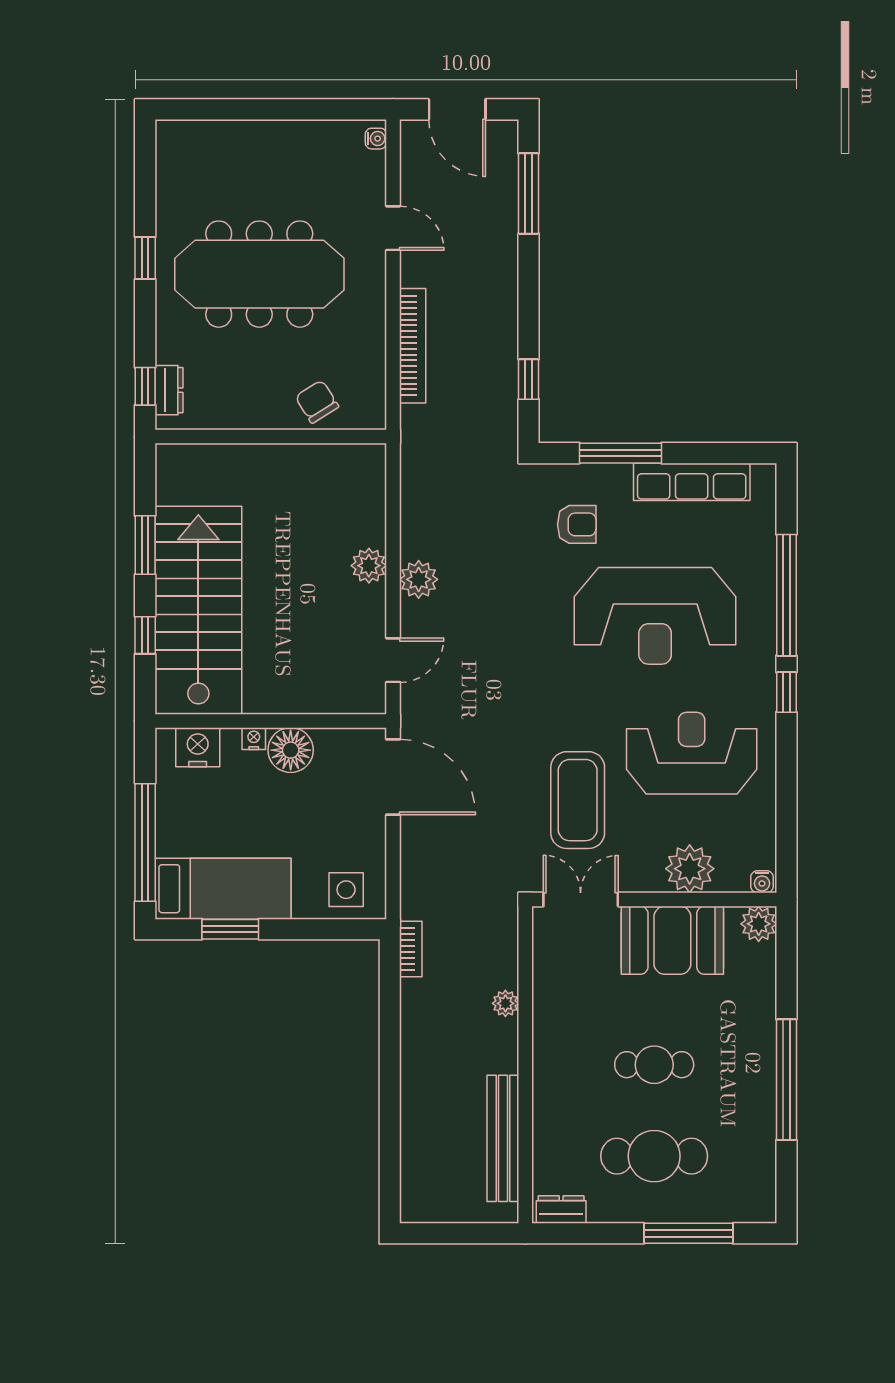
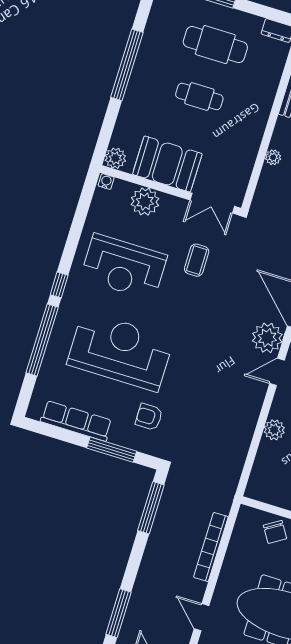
window: (529, 379) -> (151, 508), width x2.17
plant: (419, 579) -> (267, 338), moved, width x1.36, depth x1.36
coffee table: (578, 800) -> (197, 260), width x0.54, depth x0.58

